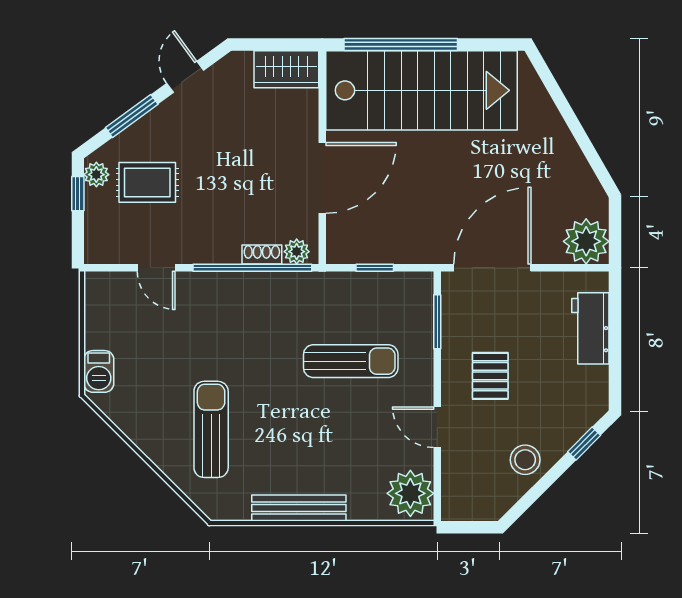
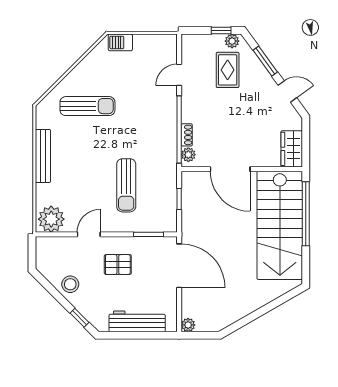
plant: (586, 241) -> (188, 325), width x0.53, depth x0.53
workbench: (590, 328) -> (137, 321), width x1.38

